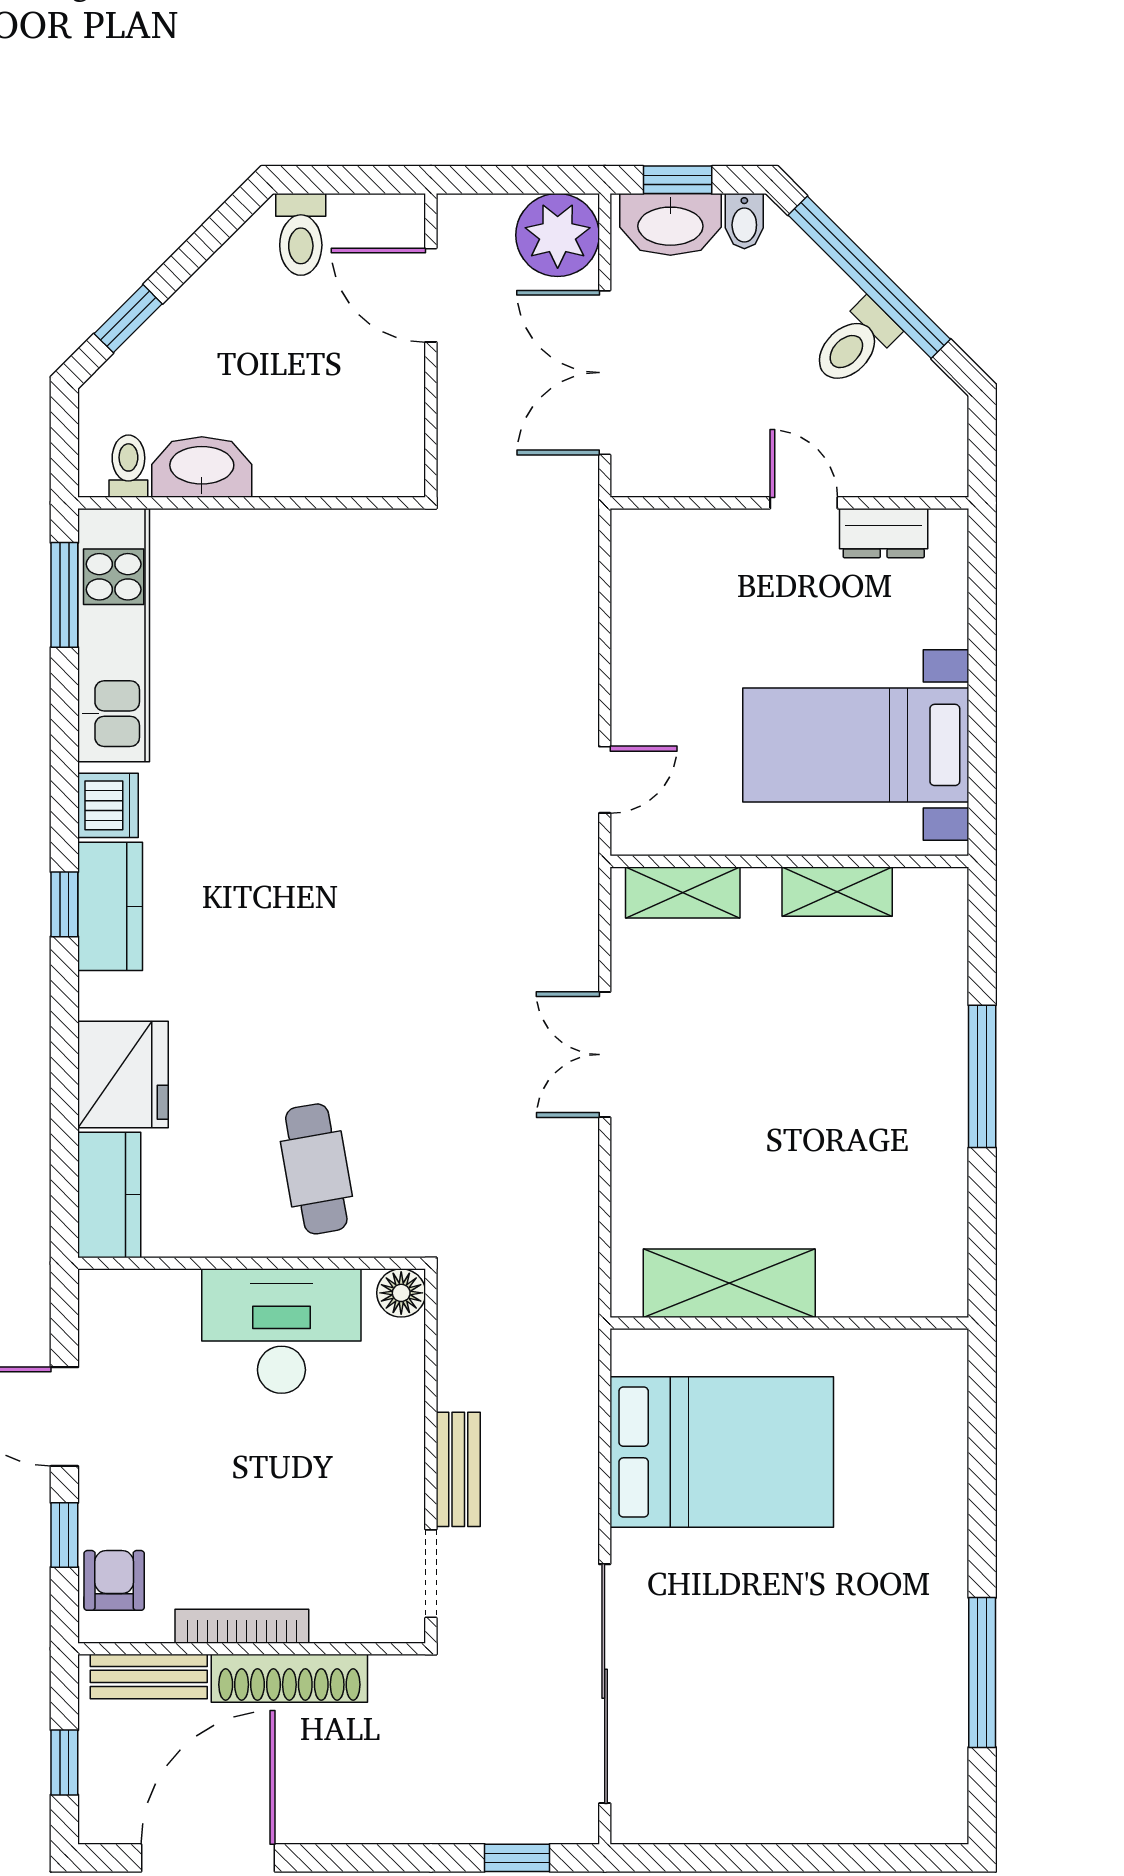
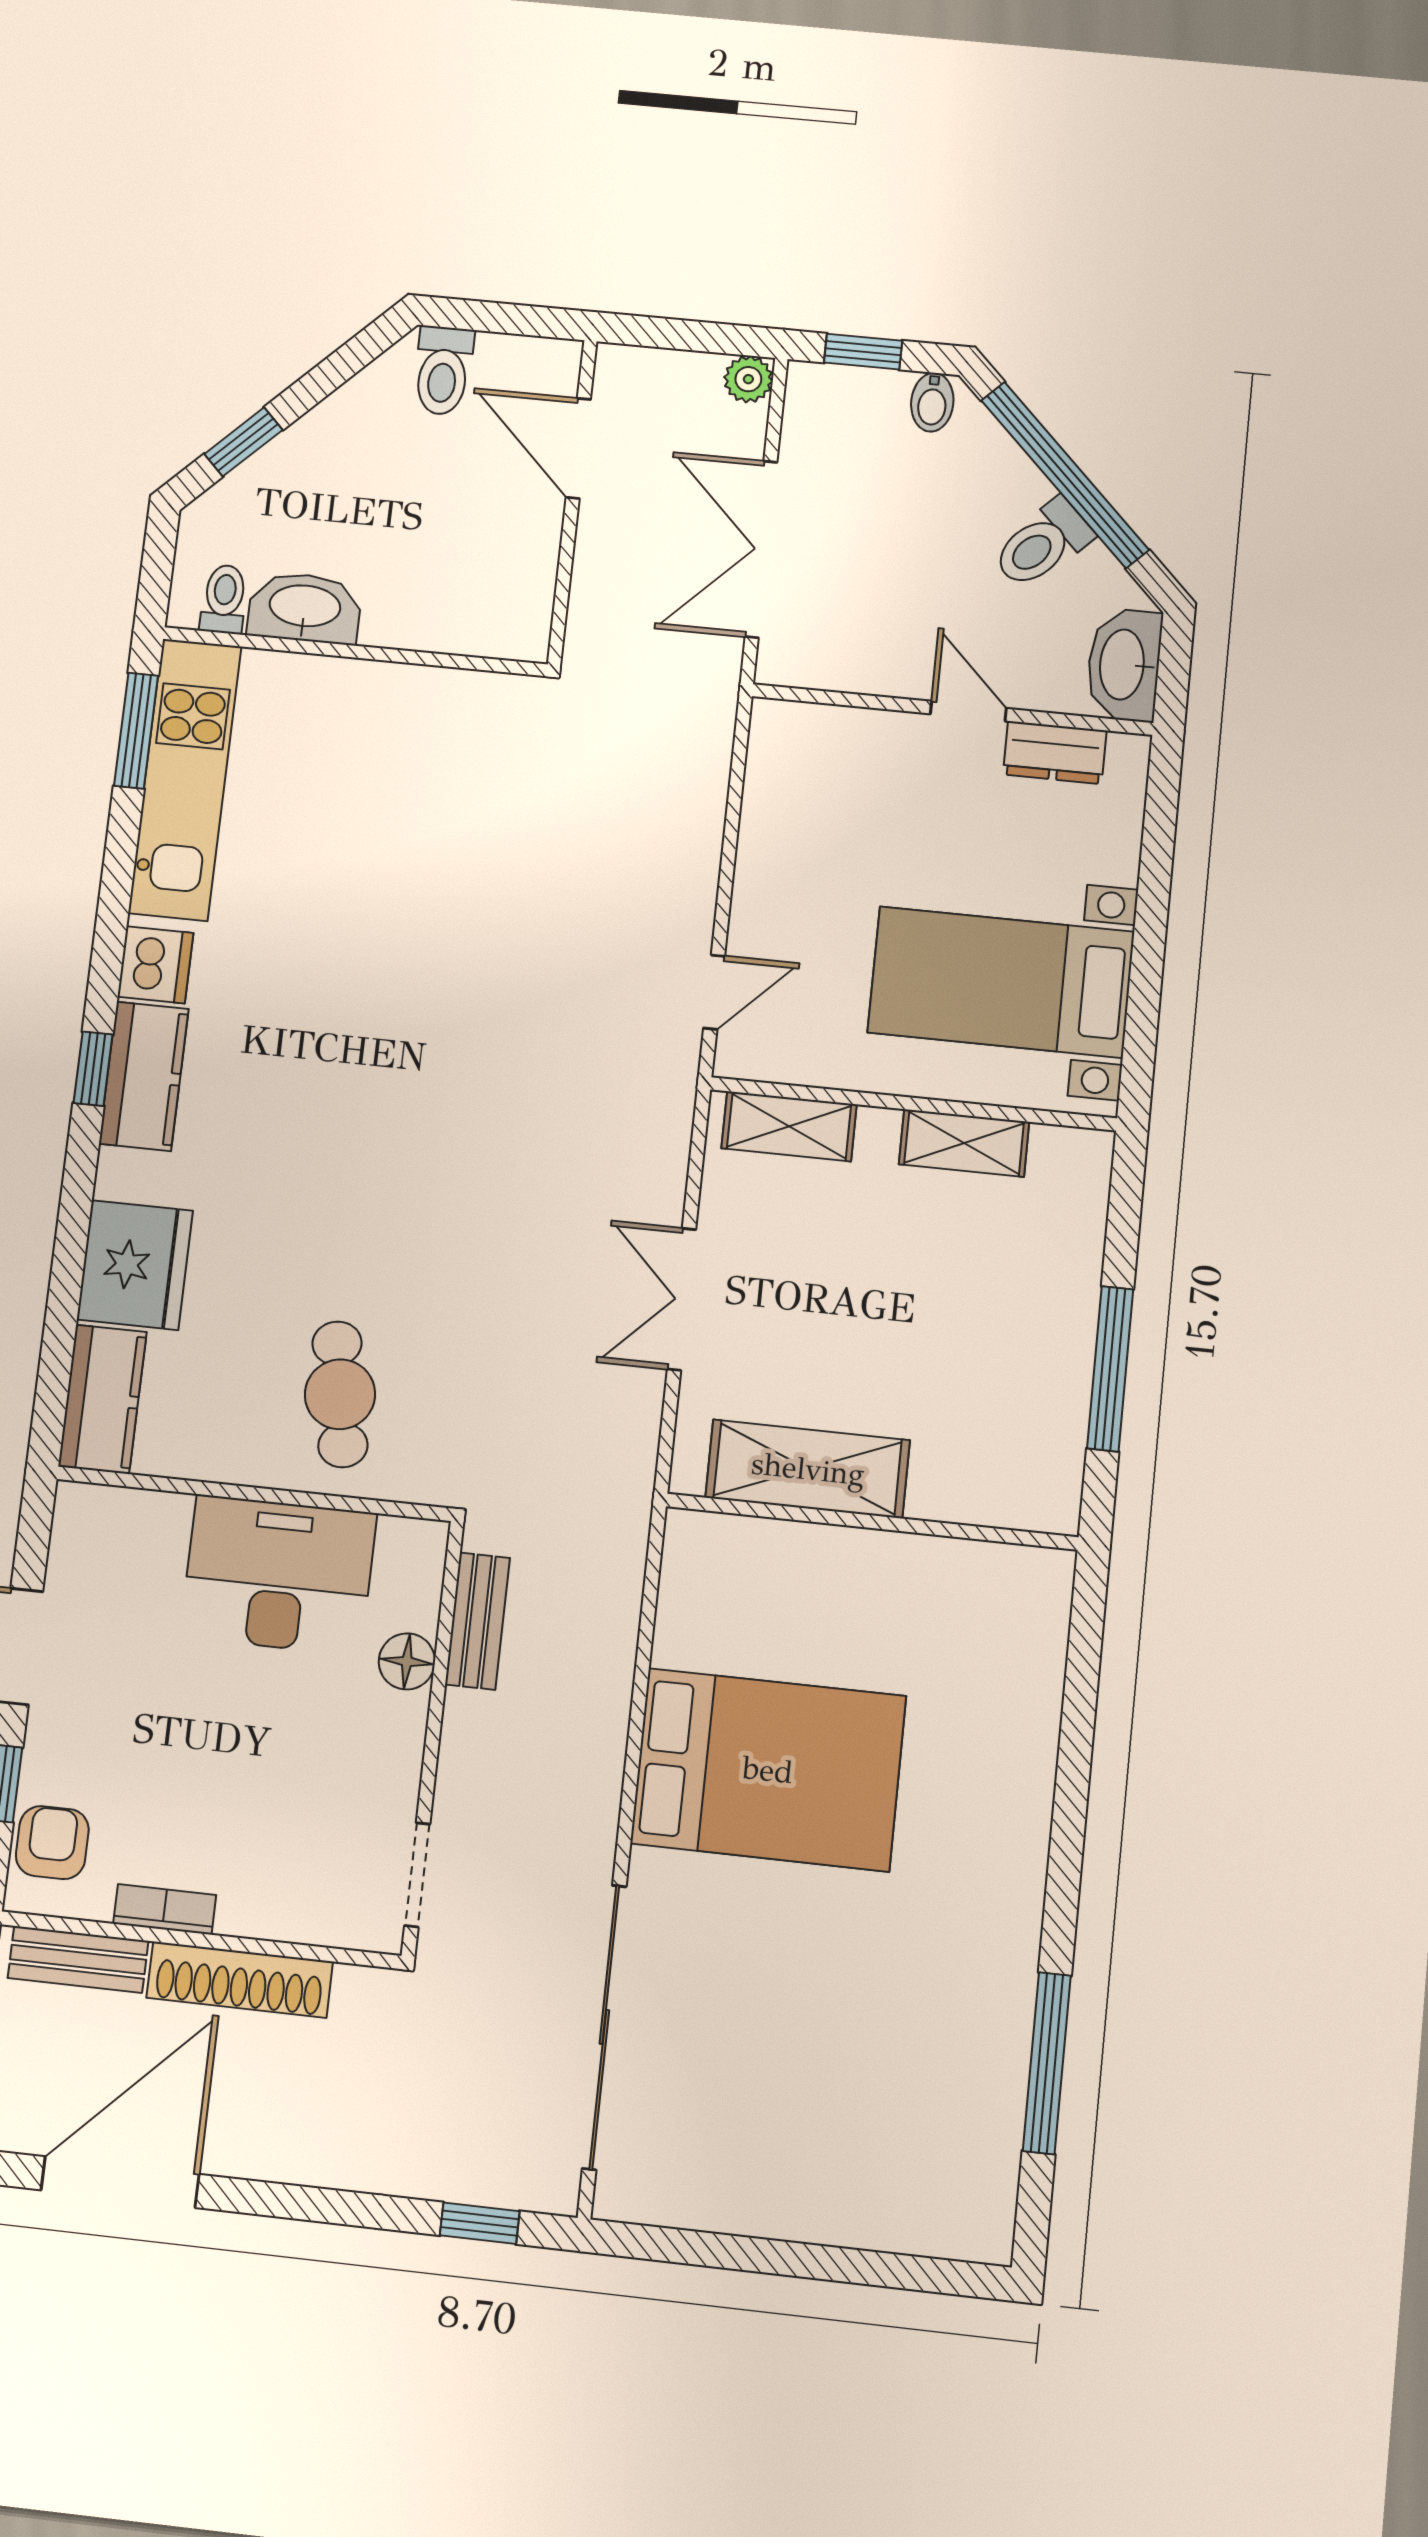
washbasin: (670, 224) -> (1124, 665), moved, turned 90
plant: (558, 235) -> (748, 379), width x0.53, depth x0.53
shelving: (729, 1283) -> (808, 1469), moved
floor lamp: (401, 1293) -> (407, 1661), moved
wall: (789, 1323) -> (872, 1522), moved
bench: (458, 1469) -> (478, 1621), moved
bookcase: (242, 1626) -> (165, 1909), width x0.64

